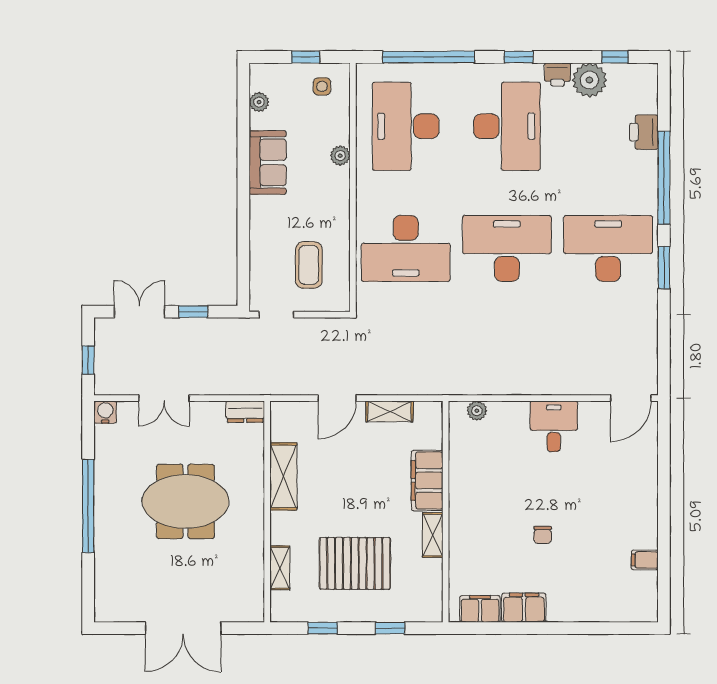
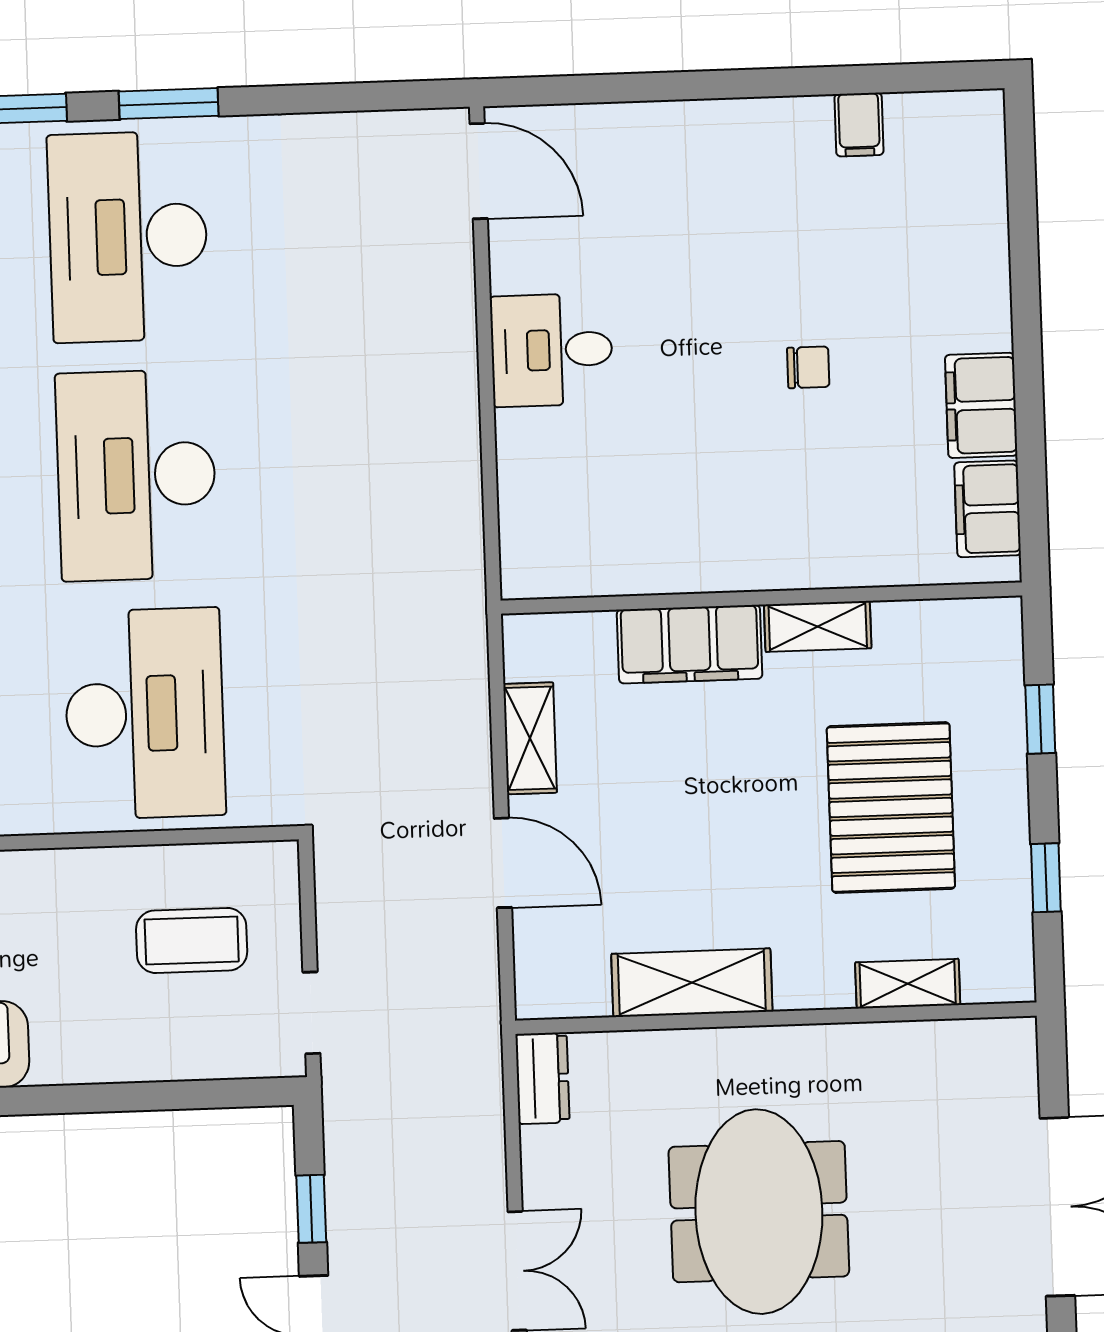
plant: (477, 411) -> (521, 533), removed

